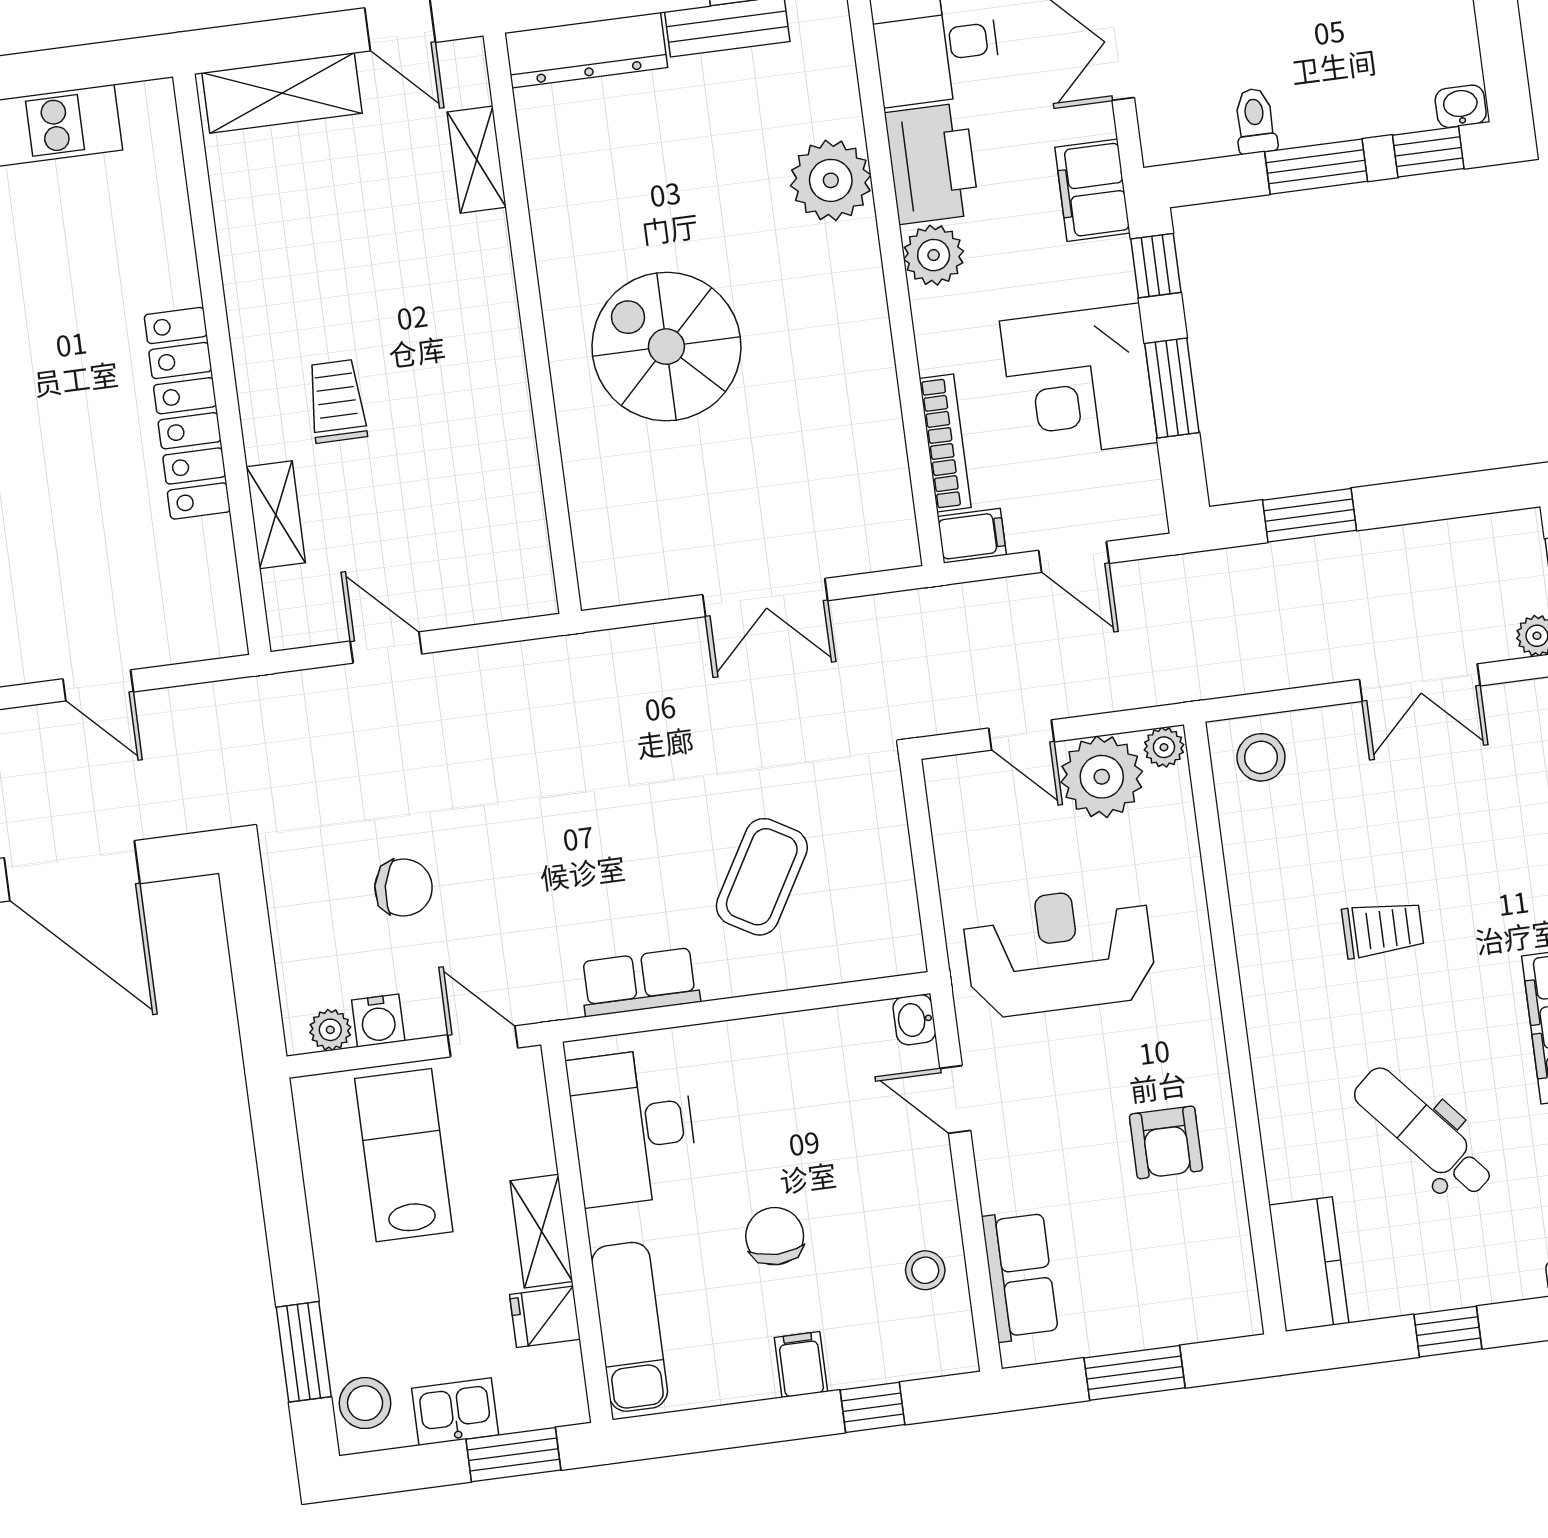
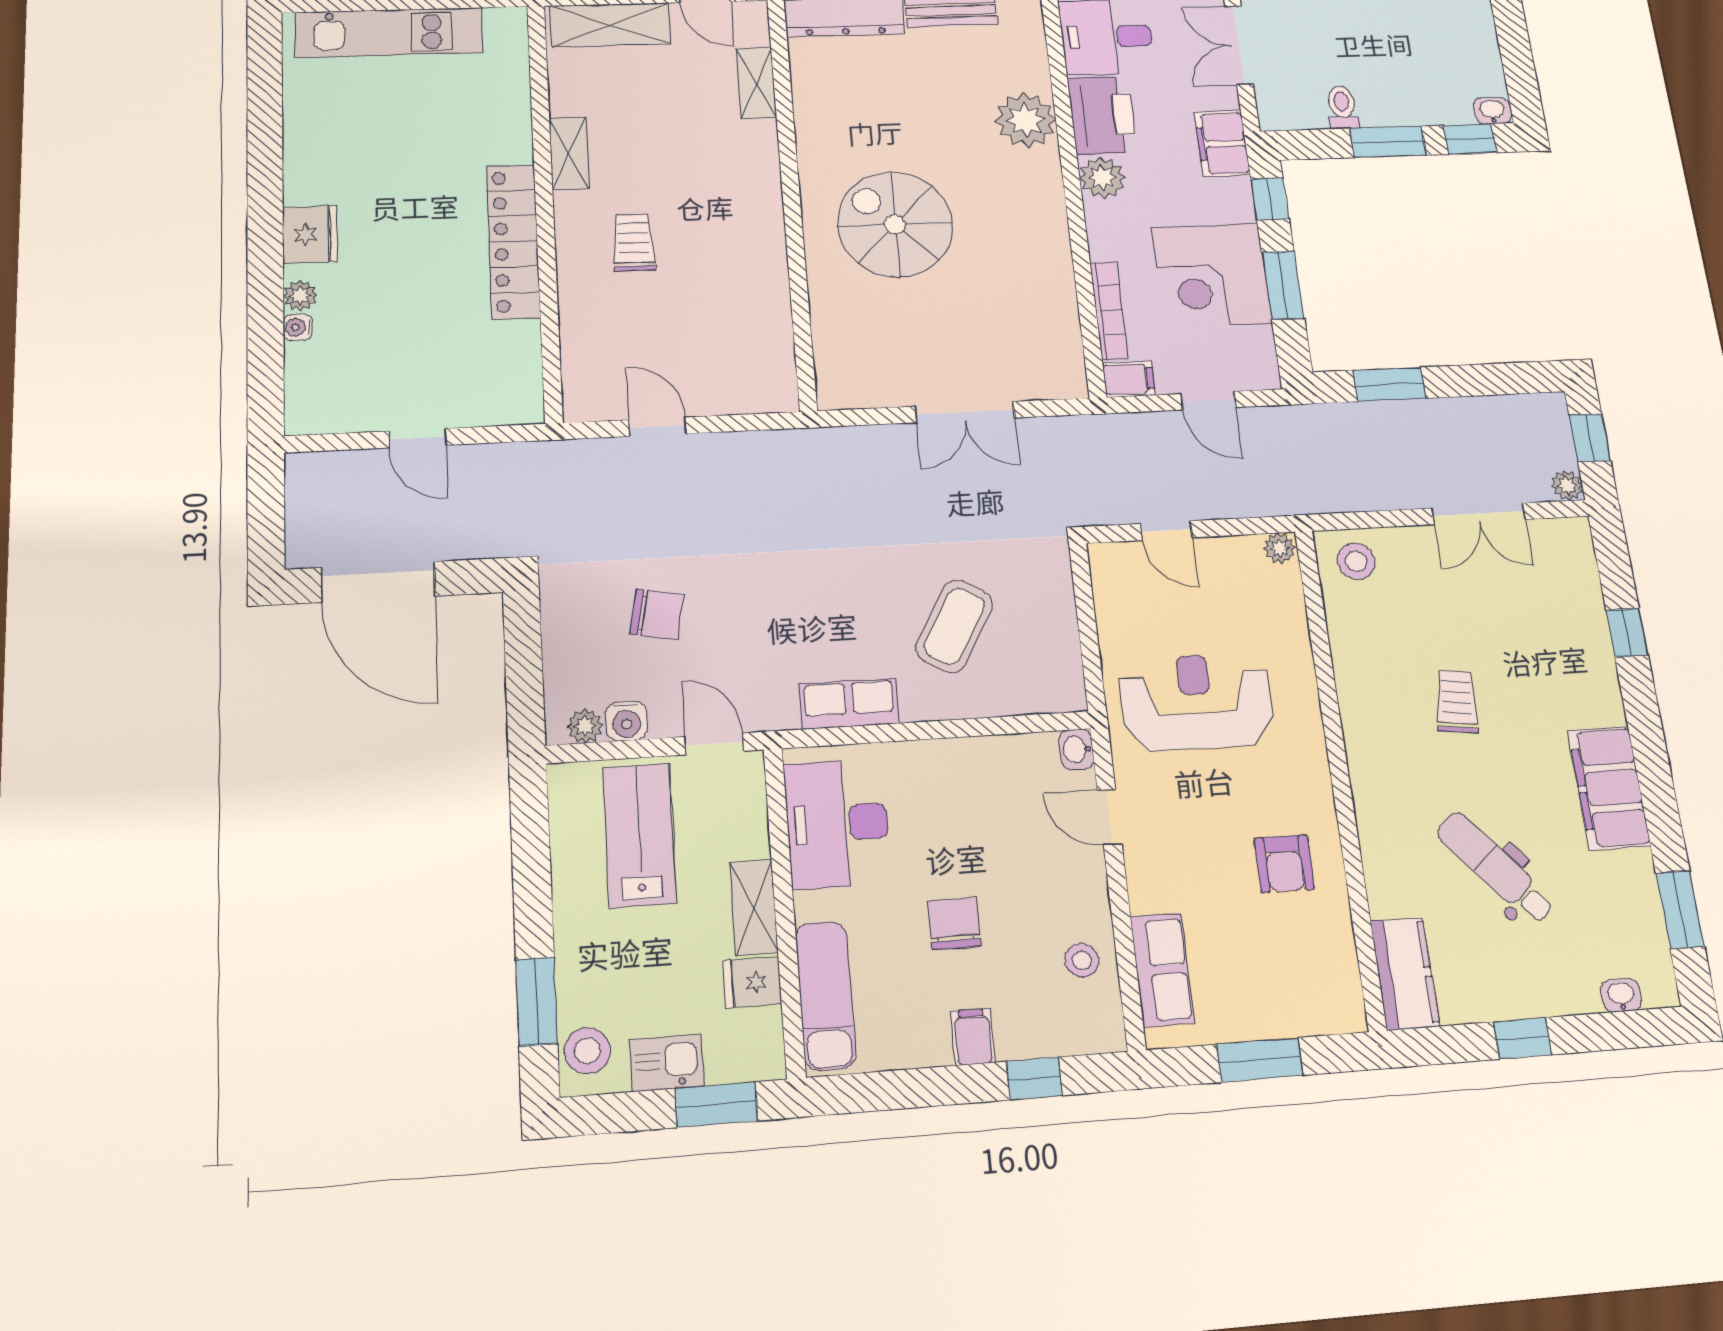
shelving: (276, 515) -> (569, 153), moved
plant: (1102, 777) -> (1230, 567), removed
trolley: (1383, 929) -> (1457, 702), turned -83

